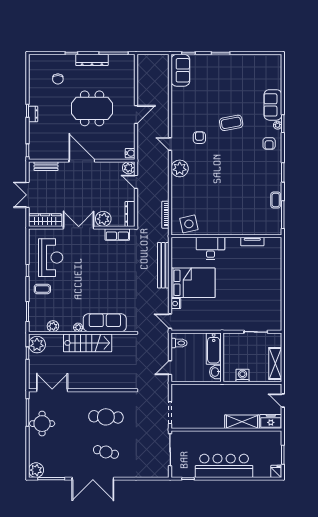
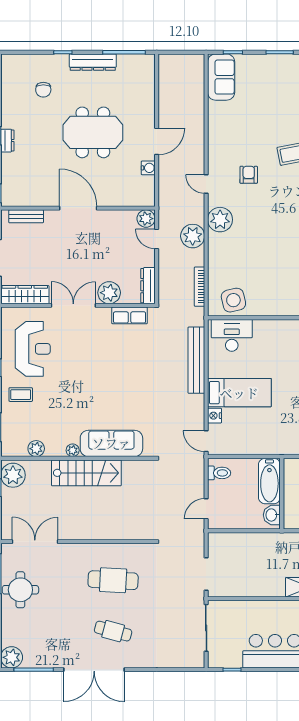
water cooler: (130, 153) -> (148, 168), moved
plant: (161, 180) -> (193, 236), added
desk: (211, 248) -> (232, 335), moved
bed: (193, 283) -> (239, 393), width x0.67

